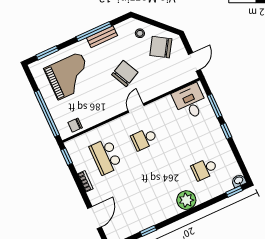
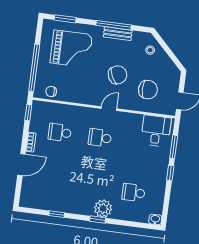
chair: (161, 47) -> (148, 90), moved, turned 148
school desk: (106, 157) -> (60, 132), width x0.54
window: (234, 191) -> (98, 220), moved
door: (95, 218) -> (21, 165), moved

